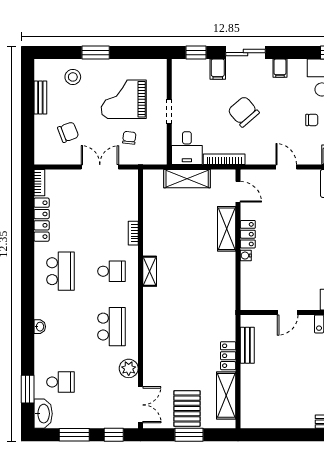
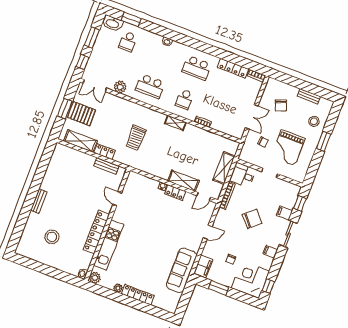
grand piano: (124, 99) -> (288, 148), turned 180
trolley: (192, 319) -> (136, 138), added

